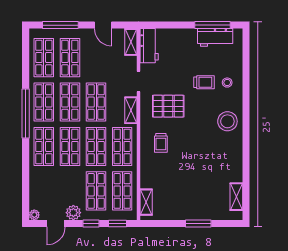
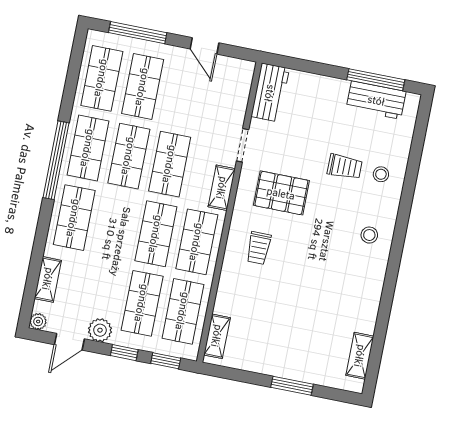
shelving: (131, 42) -> (48, 279), moved
stool: (227, 121) -> (369, 235), width x0.53, depth x0.53
shop shelf: (70, 146) -> (115, 226), removed

